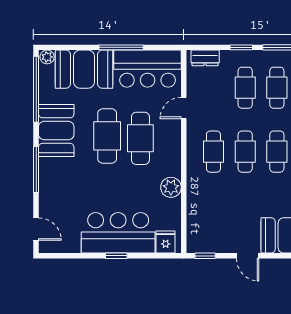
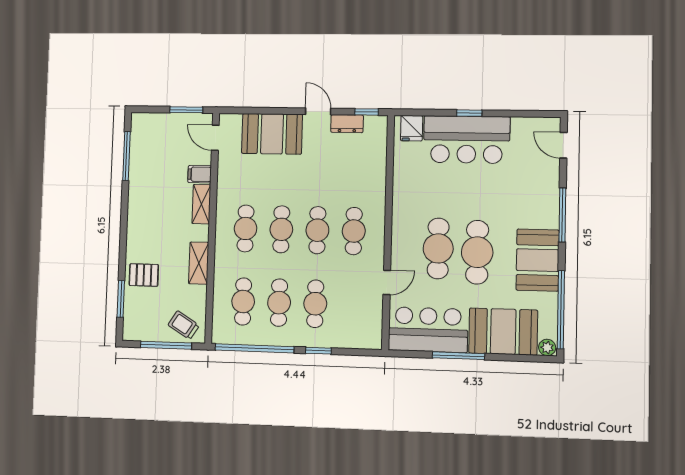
dresser: (205, 58) -> (347, 124), moved, turned 180
plant: (171, 187) -> (404, 191), removed

